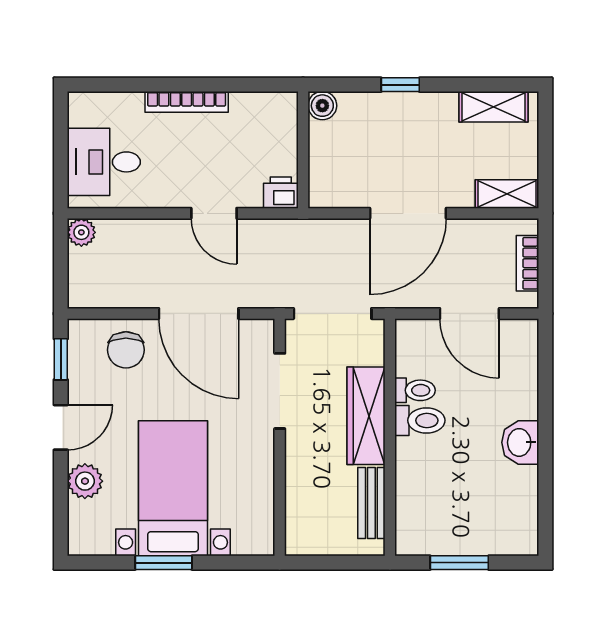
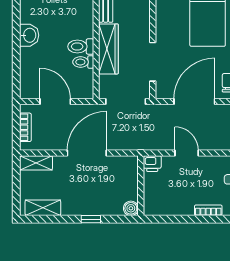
bookcase: (187, 102) -> (208, 210), width x0.64
door: (199, 314) -> (194, 101), hinge flipped

